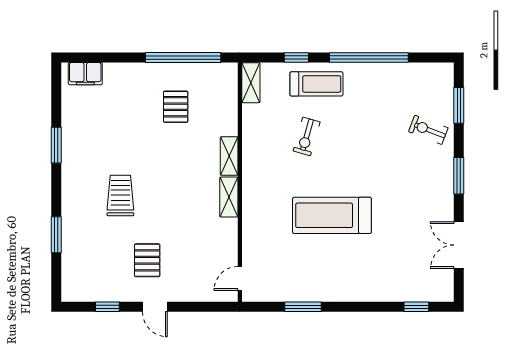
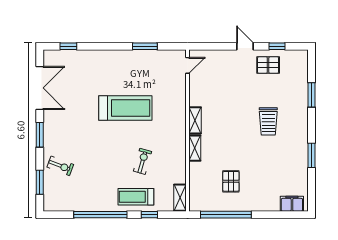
double door: (459, 245) -> (40, 88), width x1.37
pallet: (147, 260) -> (268, 65), moved, turned 90

